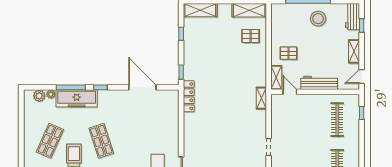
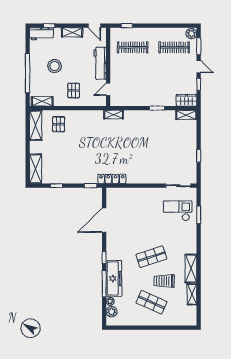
stool: (318, 19) -> (55, 66), moved
shelving: (276, 78) -> (42, 101), moved

